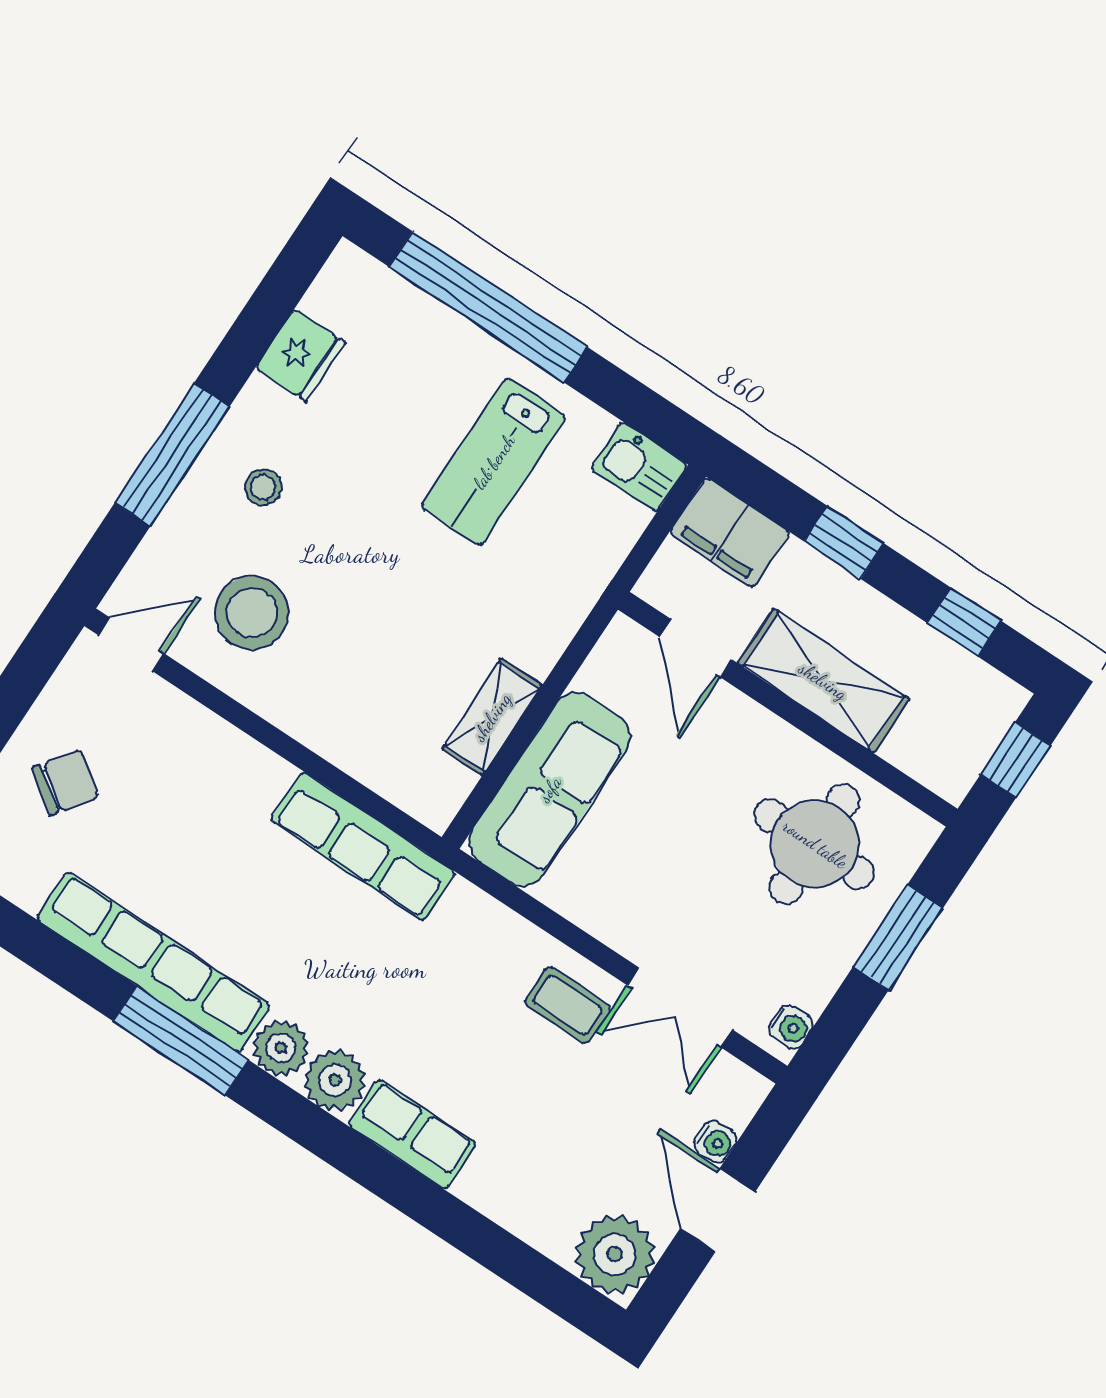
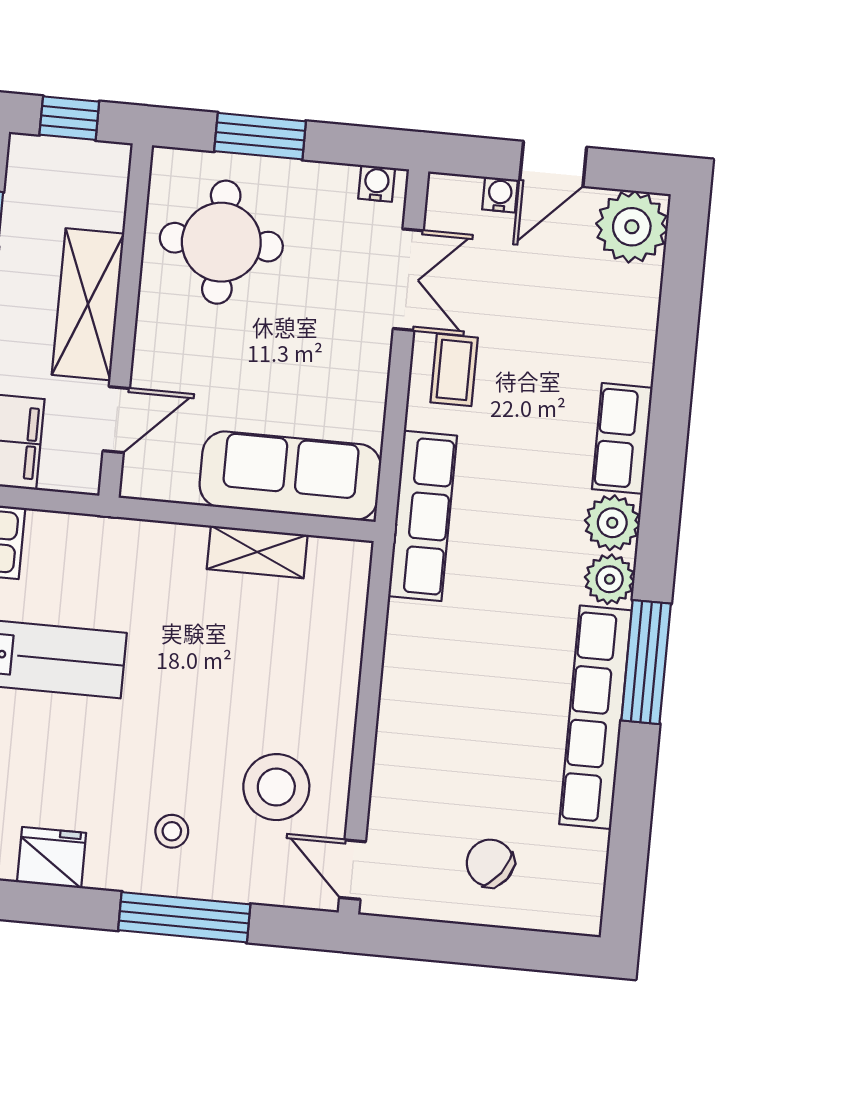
row of seats: (363, 846) -> (423, 516), moved

